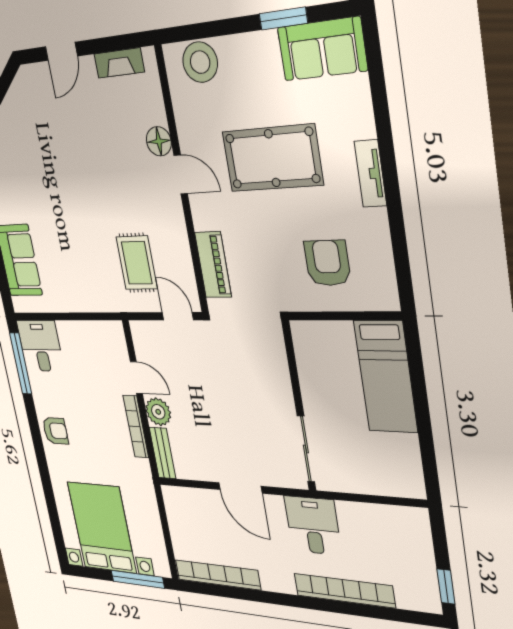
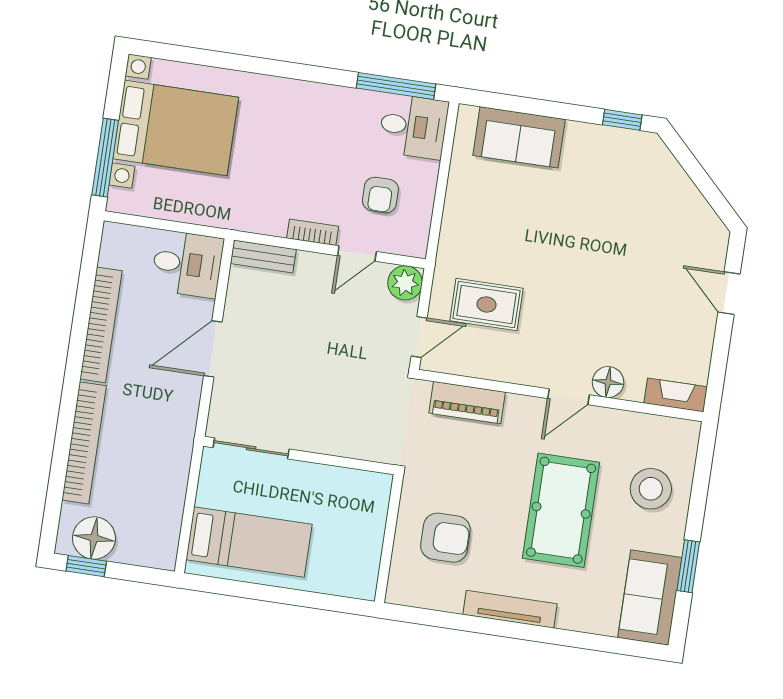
stool: (200, 62) -> (651, 489), moved
fireplace: (119, 63) -> (676, 395), moved, turned 90
tv unit: (370, 174) -> (510, 609), width x1.41
bed: (386, 377) -> (249, 542), moved, turned 180
plant: (158, 412) -> (405, 283), moved
bookcase: (136, 427) -> (313, 232), width x0.64
armchair: (55, 431) -> (380, 195), moved
desk: (313, 525) -> (187, 264), moved
bookcase: (218, 575) -> (101, 325), moved
floor lamp: (420, 580) -> (94, 538), added

